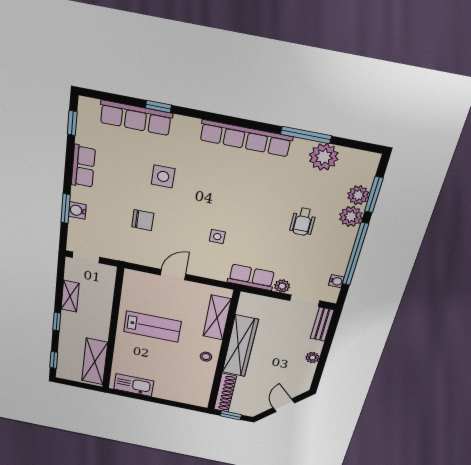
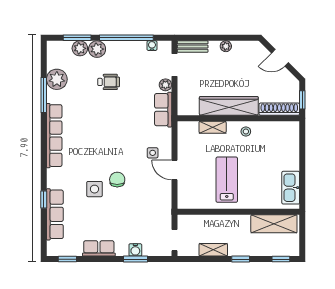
chair: (143, 220) -> (117, 180), moved
side table: (217, 237) -> (153, 153), moved
shelving: (217, 318) -> (213, 127), width x0.67, depth x0.75

